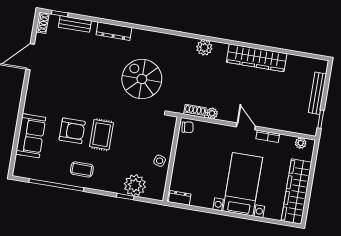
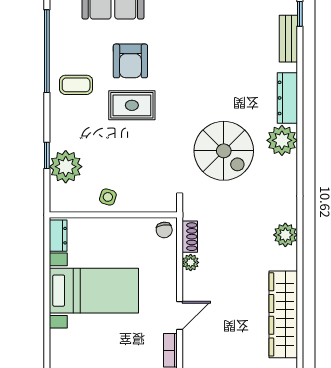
plant: (141, 39) -> (282, 140), added
spiral stairs: (142, 79) -> (224, 151), turned 90
coffee table: (82, 169) -> (76, 85), turned 90
bed with nightstands: (243, 184) -> (94, 291), moved

